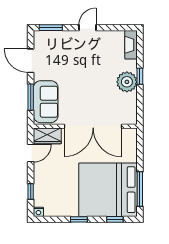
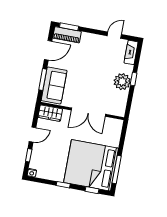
door: (87, 28) -> (114, 35), moved
piano: (50, 38) -> (67, 35), added
door: (31, 61) -> (48, 50), swing flipped
double door: (93, 126) -> (88, 112), width x0.73
door: (31, 153) -> (32, 135), moved

